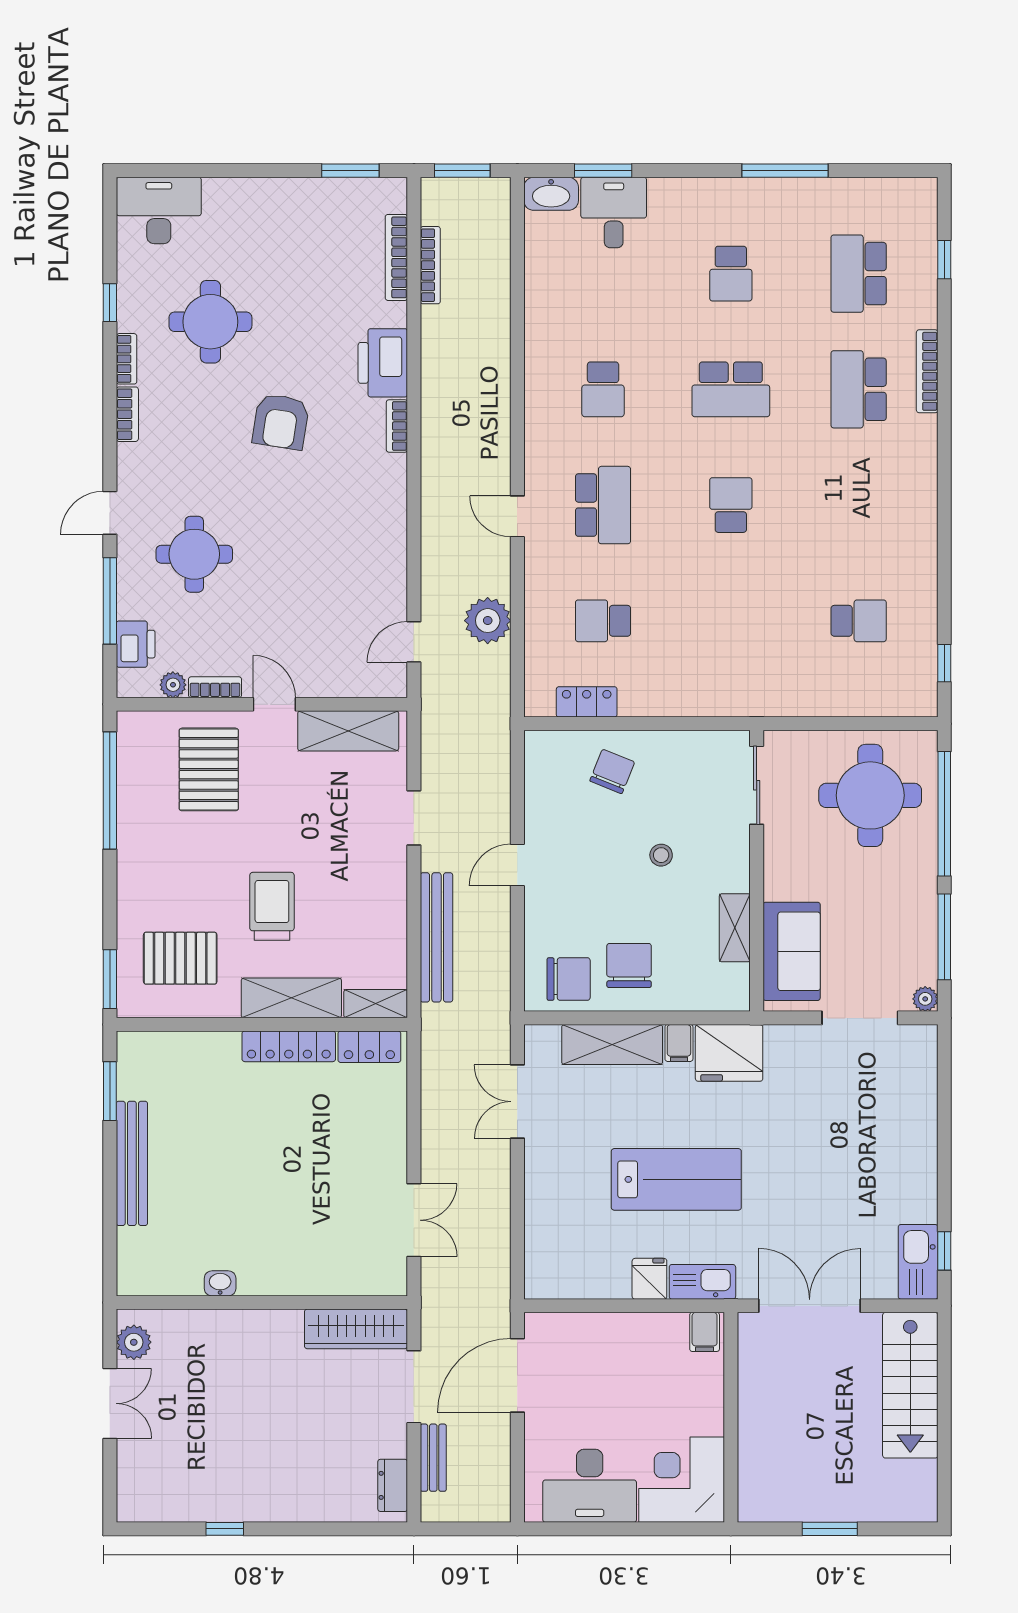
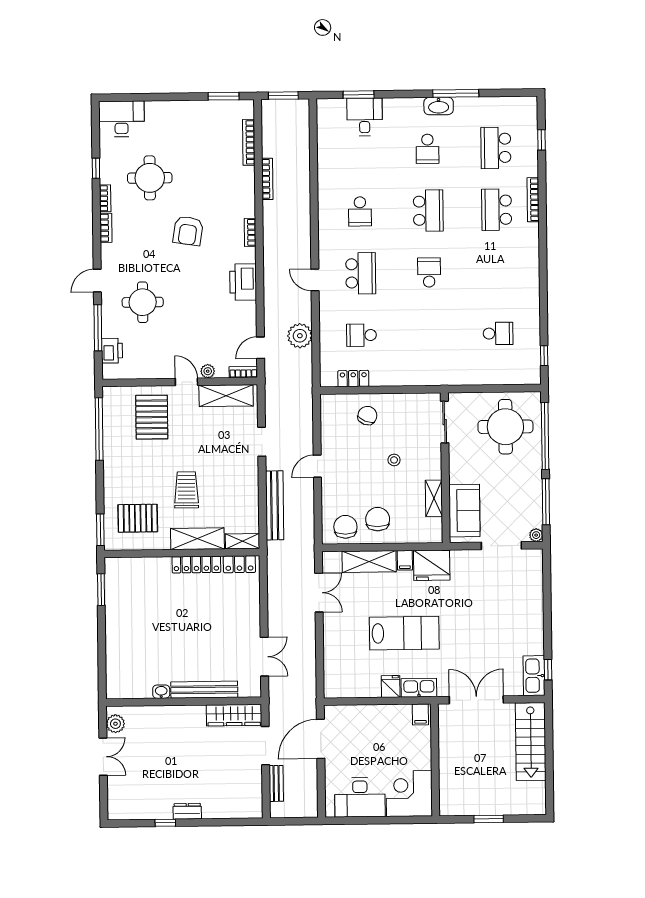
washbasin: (551, 194) -> (439, 106), moved
bookcase: (430, 265) -> (267, 179), moved
printer: (383, 363) -> (243, 282), moved
school desk: (731, 389) -> (428, 211), turned -90
plant: (173, 685) -> (208, 371), moved
bookcase: (215, 687) -> (243, 372), moved
chair: (569, 979) -> (345, 527), turned -90
double door: (517, 1102) -> (319, 593), swing flipped
bench: (132, 1163) -> (204, 690), moved, turned 90
dresser: (393, 1485) -> (187, 811), moved, turned 90

